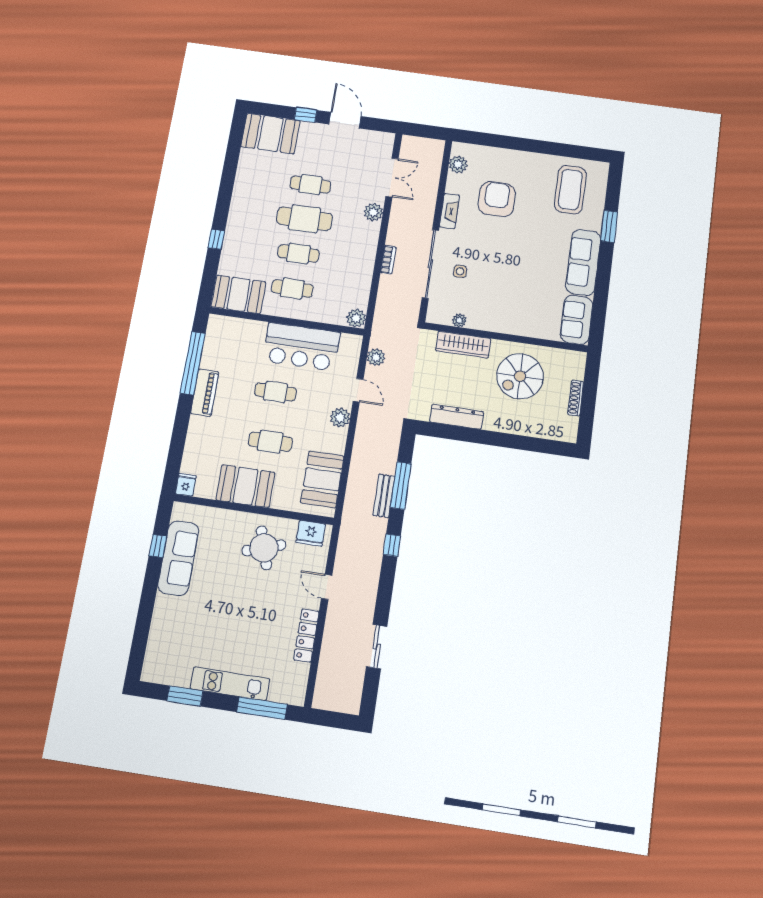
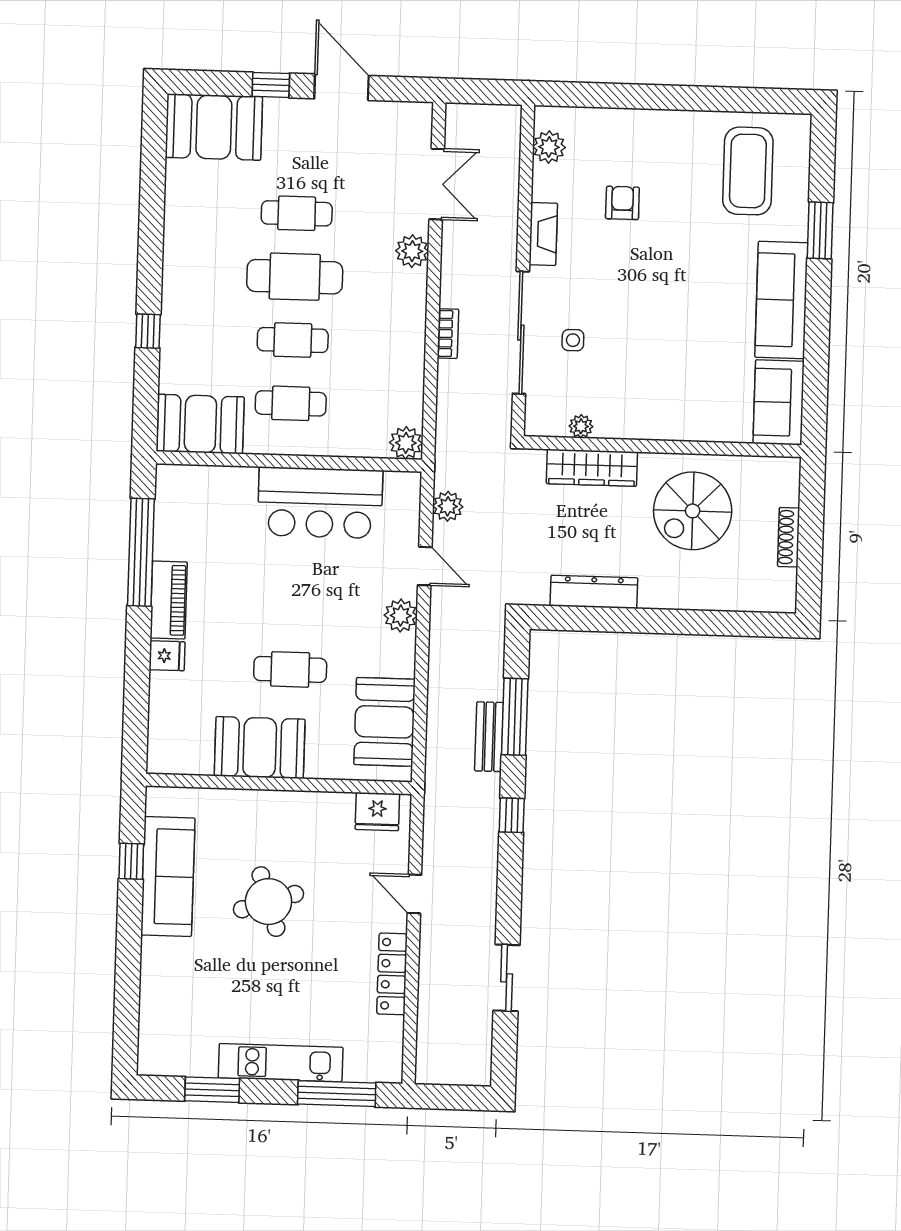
armchair: (497, 199) -> (622, 203), width x0.53, depth x0.53
cafe table: (276, 392) -> (287, 585), removed
fridge: (186, 485) -> (167, 656), moved, turned 90
round table: (264, 548) -> (268, 902), moved

